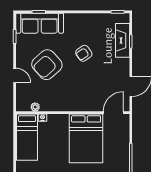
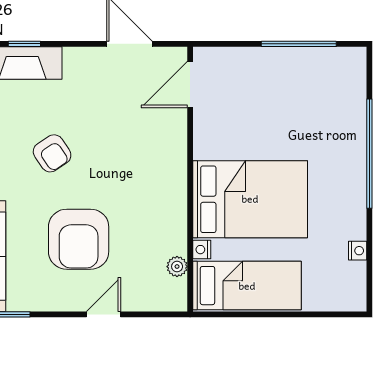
armchair: (47, 65) -> (79, 239), turned 42
door: (113, 113) -> (190, 85), hinge flipped
bed: (86, 138) -> (250, 199), moved

